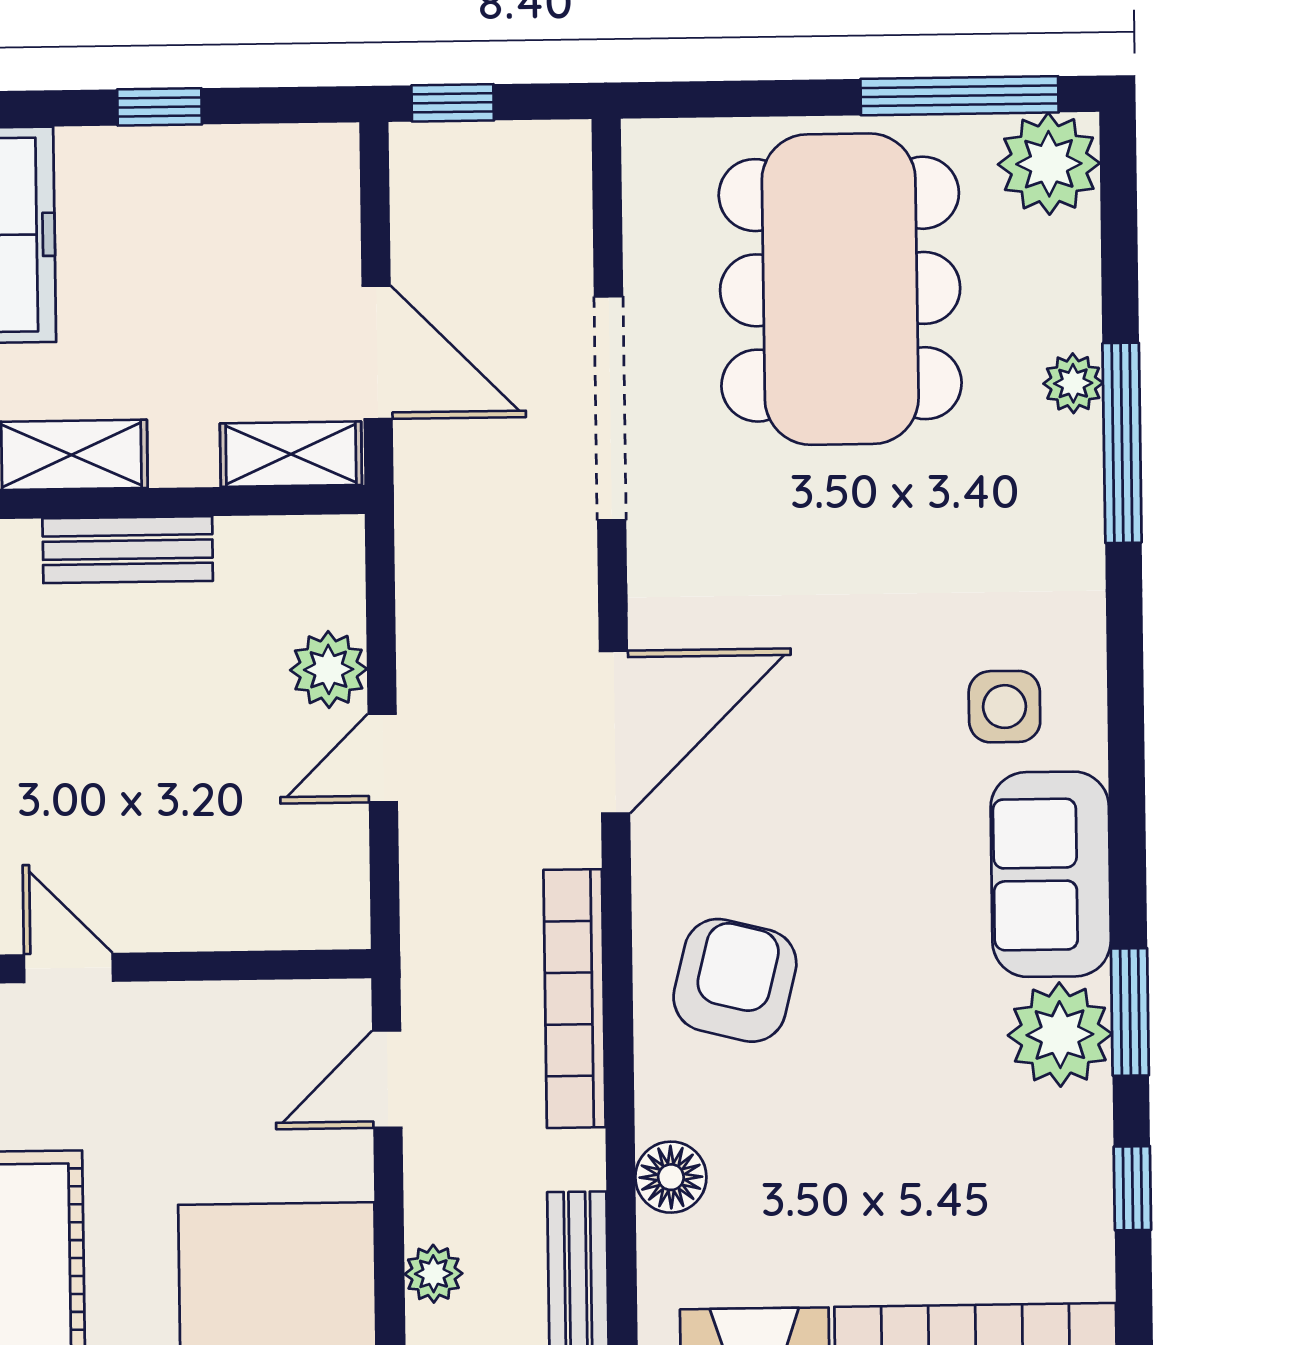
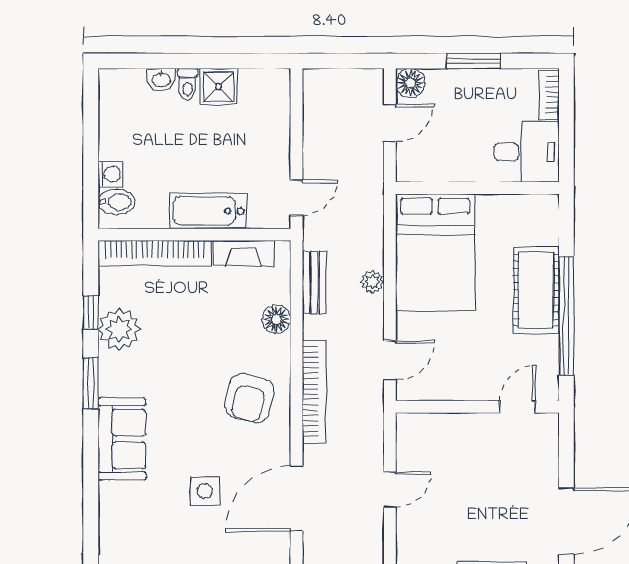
plant: (329, 669) -> (411, 525), removed
side table: (1004, 707) -> (205, 491), moved
door: (68, 968) -> (517, 407), swing flipped
plant: (1060, 1035) -> (119, 329), moved

